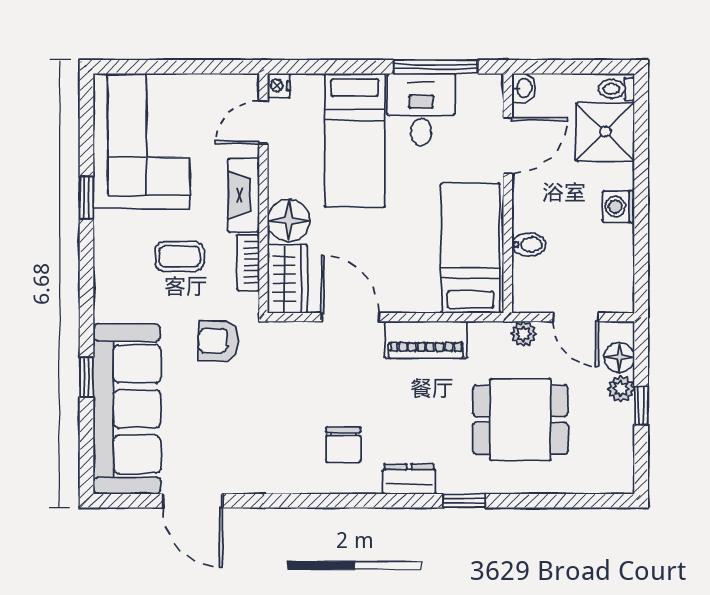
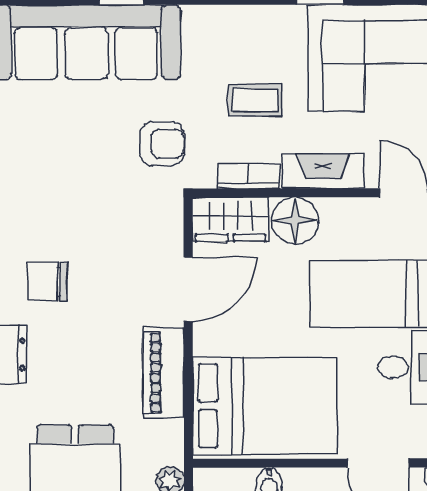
bed: (470, 248) -> (265, 406), width x1.50
coffee table: (179, 256) -> (255, 100), turned 90
armchair: (219, 341) -> (162, 144), turned 90

